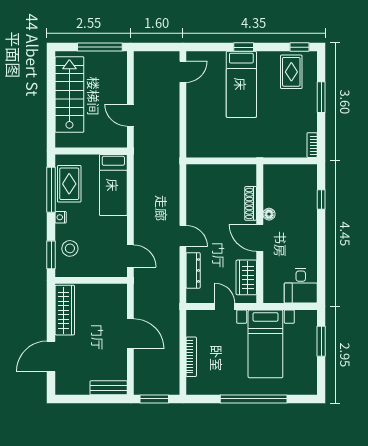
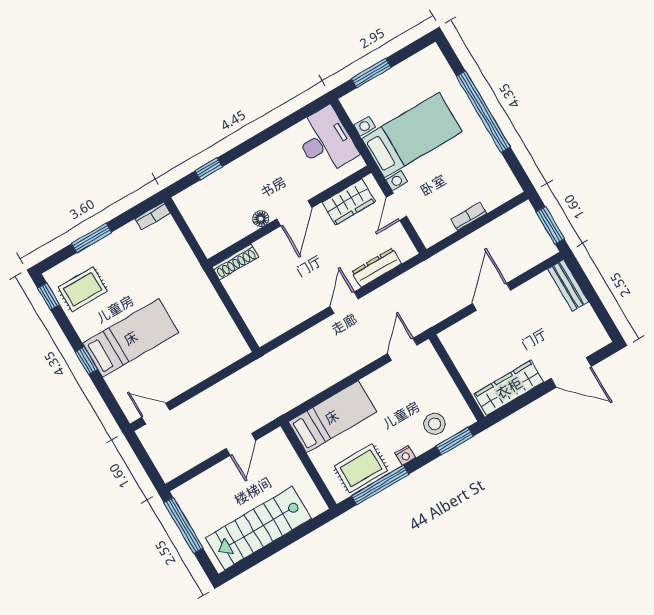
shoe rack: (251, 203) -> (235, 262), moved
desk: (301, 286) -> (325, 141), width x1.37
bookcase: (191, 357) -> (469, 216), width x0.64

